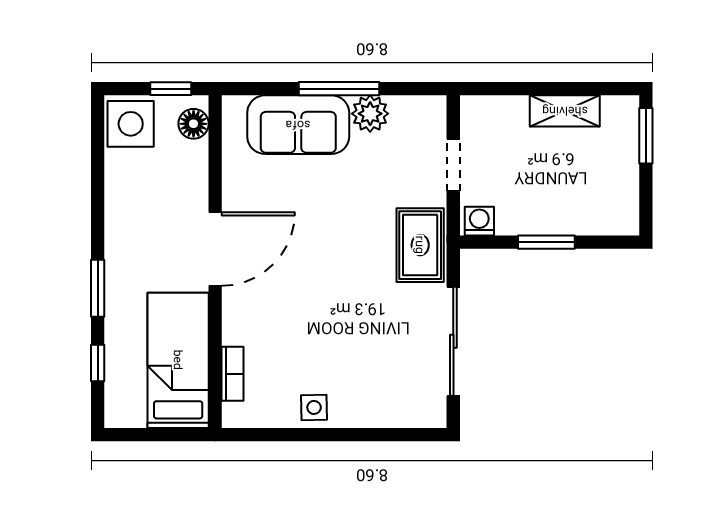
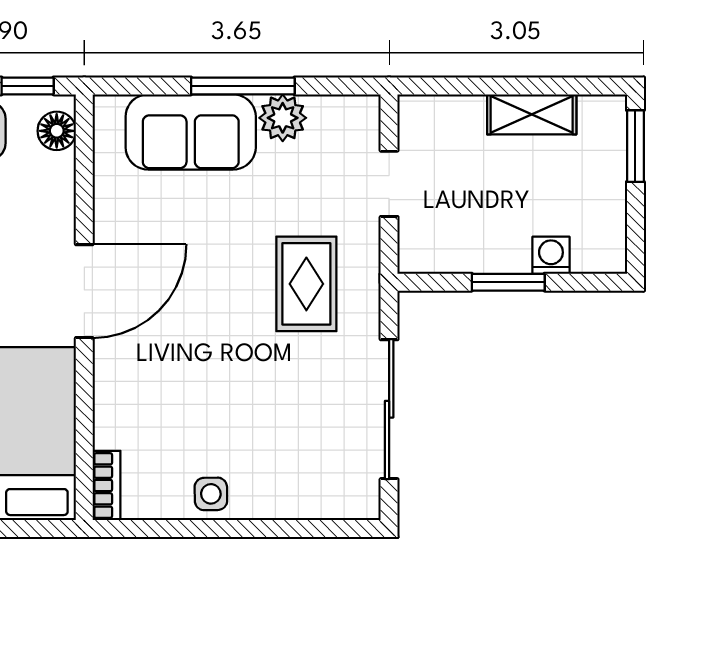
washing machine: (479, 221) -> (551, 255), moved
rug: (420, 245) -> (306, 284), moved
bookcase: (232, 374) -> (107, 486), moved

